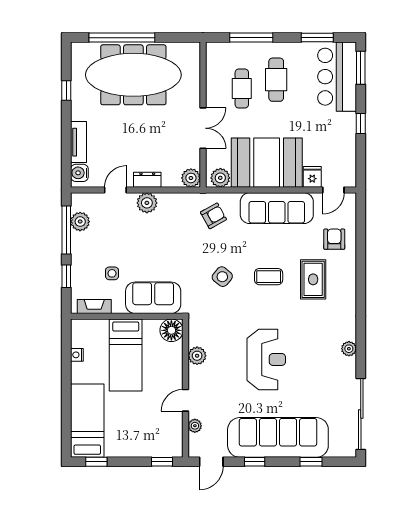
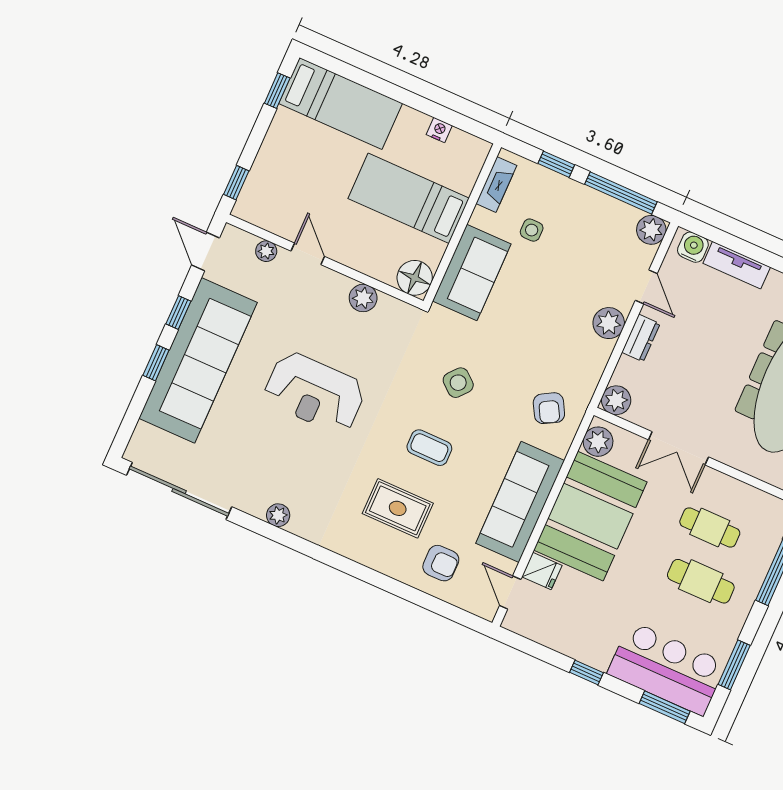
plant: (80, 222) -> (651, 230), moved
coffee table: (269, 277) -> (429, 448), turned 90
window: (311, 462) -> (156, 363), moved

